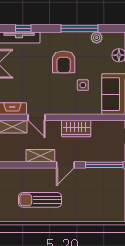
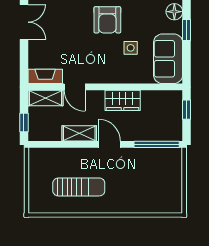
door: (65, 165) -> (109, 144), swing flipped
sun lounger: (40, 200) -> (79, 187), turned 180

